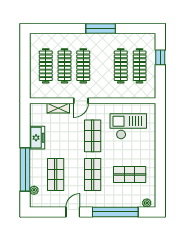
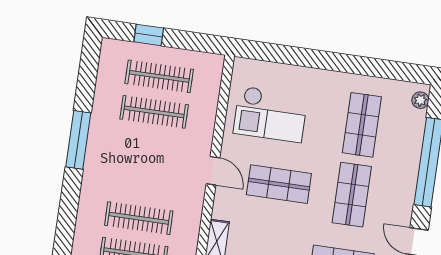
clothes rail: (83, 66) -> (144, 183), removed
door: (81, 101) -> (213, 171), moved
checkout: (128, 126) -> (271, 114), turned -90
shop shelf: (93, 174) -> (352, 195), turned 90

